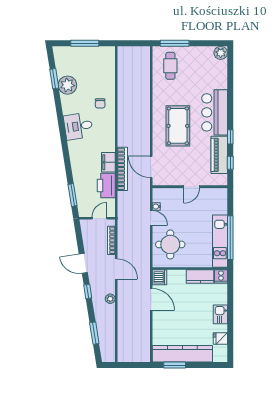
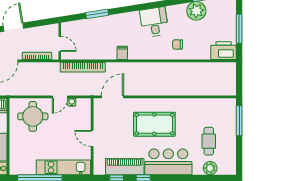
plant: (221, 53) -> (210, 168), moved
cafe table: (170, 66) -> (209, 141), moved, turned 90
filing cabinet: (108, 162) -> (122, 53), width x0.50
bookcase: (122, 169) -> (83, 67), moved
printer: (106, 185) -> (224, 51), moved
window: (73, 195) -> (97, 14), moved
kitchen unit: (220, 241) -> (63, 167), moved

